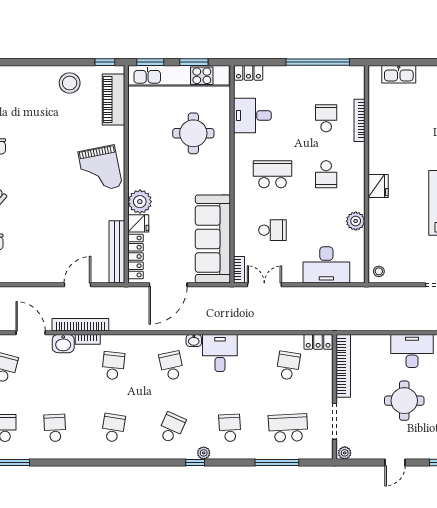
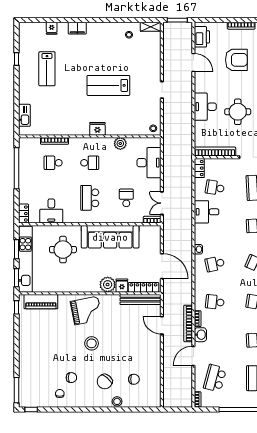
stool: (70, 83) -> (92, 343), moved
sofa: (213, 239) -> (110, 237), moved
desk: (220, 353) -> (207, 212), moved

